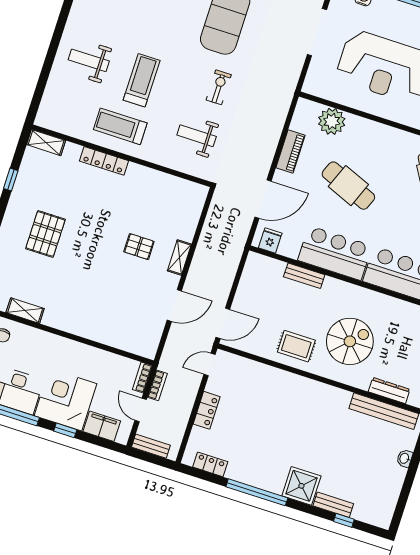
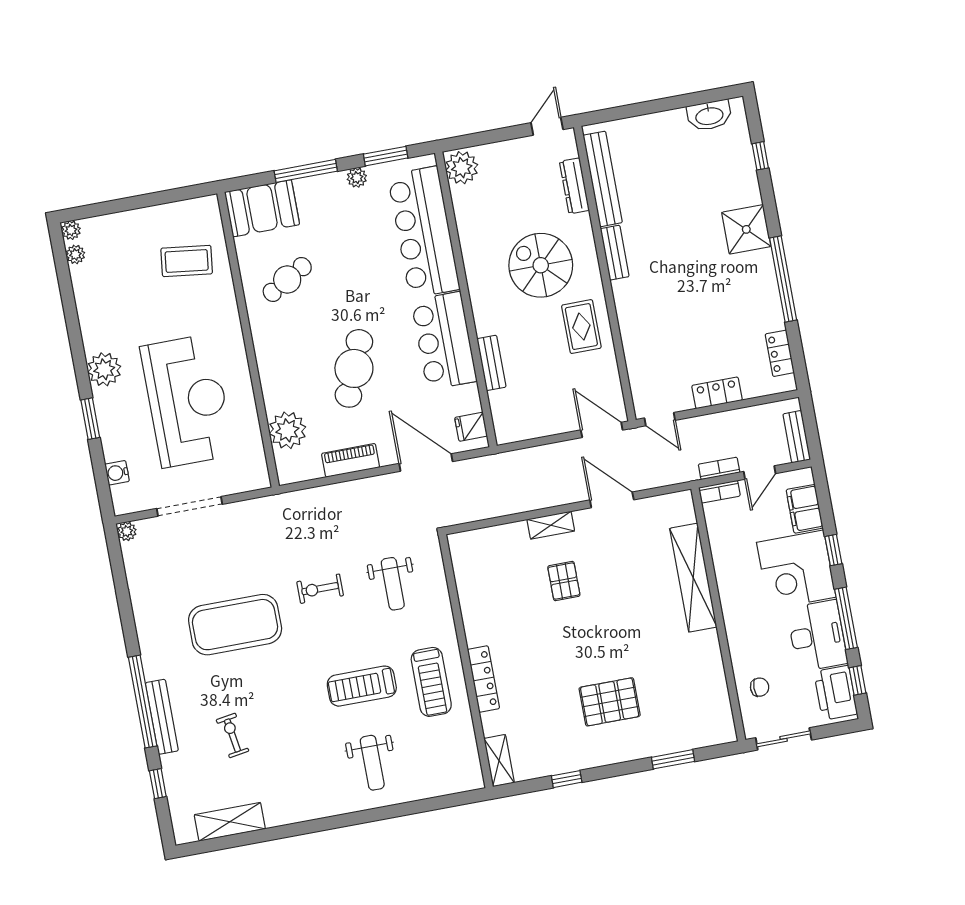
shelving: (25, 311) -> (693, 578), moved, width x2.20, depth x1.33
washbasin: (405, 458) -> (709, 115), moved, width x1.91, depth x1.45
bench: (333, 505) -> (615, 253), moved

